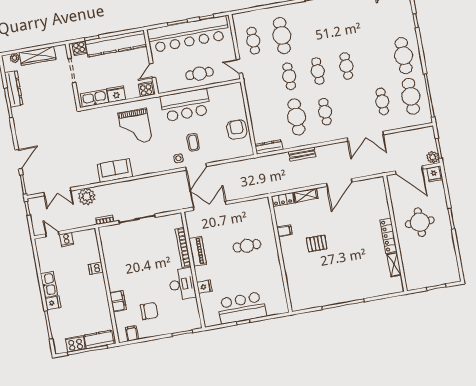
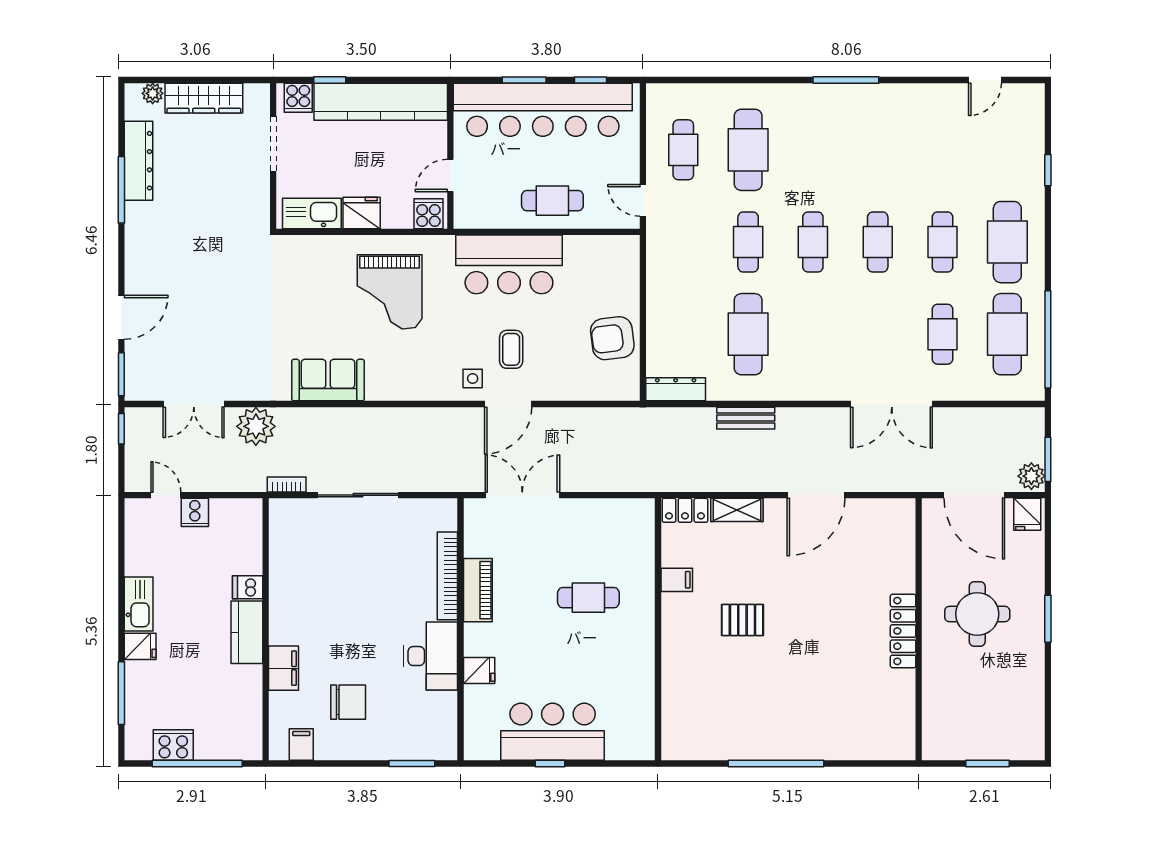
cafe table: (325, 112) -> (943, 242), moved
armchair: (237, 129) -> (612, 338), turned -97
shelving: (394, 265) -> (904, 697), removed
kitchen counter: (99, 339) -> (247, 632), moved, turned -90

